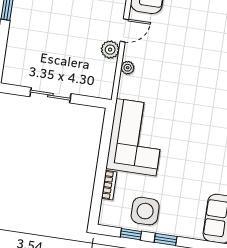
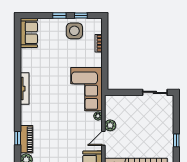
sliding door: (50, 95) -> (155, 92), moved
corner sofa: (136, 137) -> (86, 89), moved

